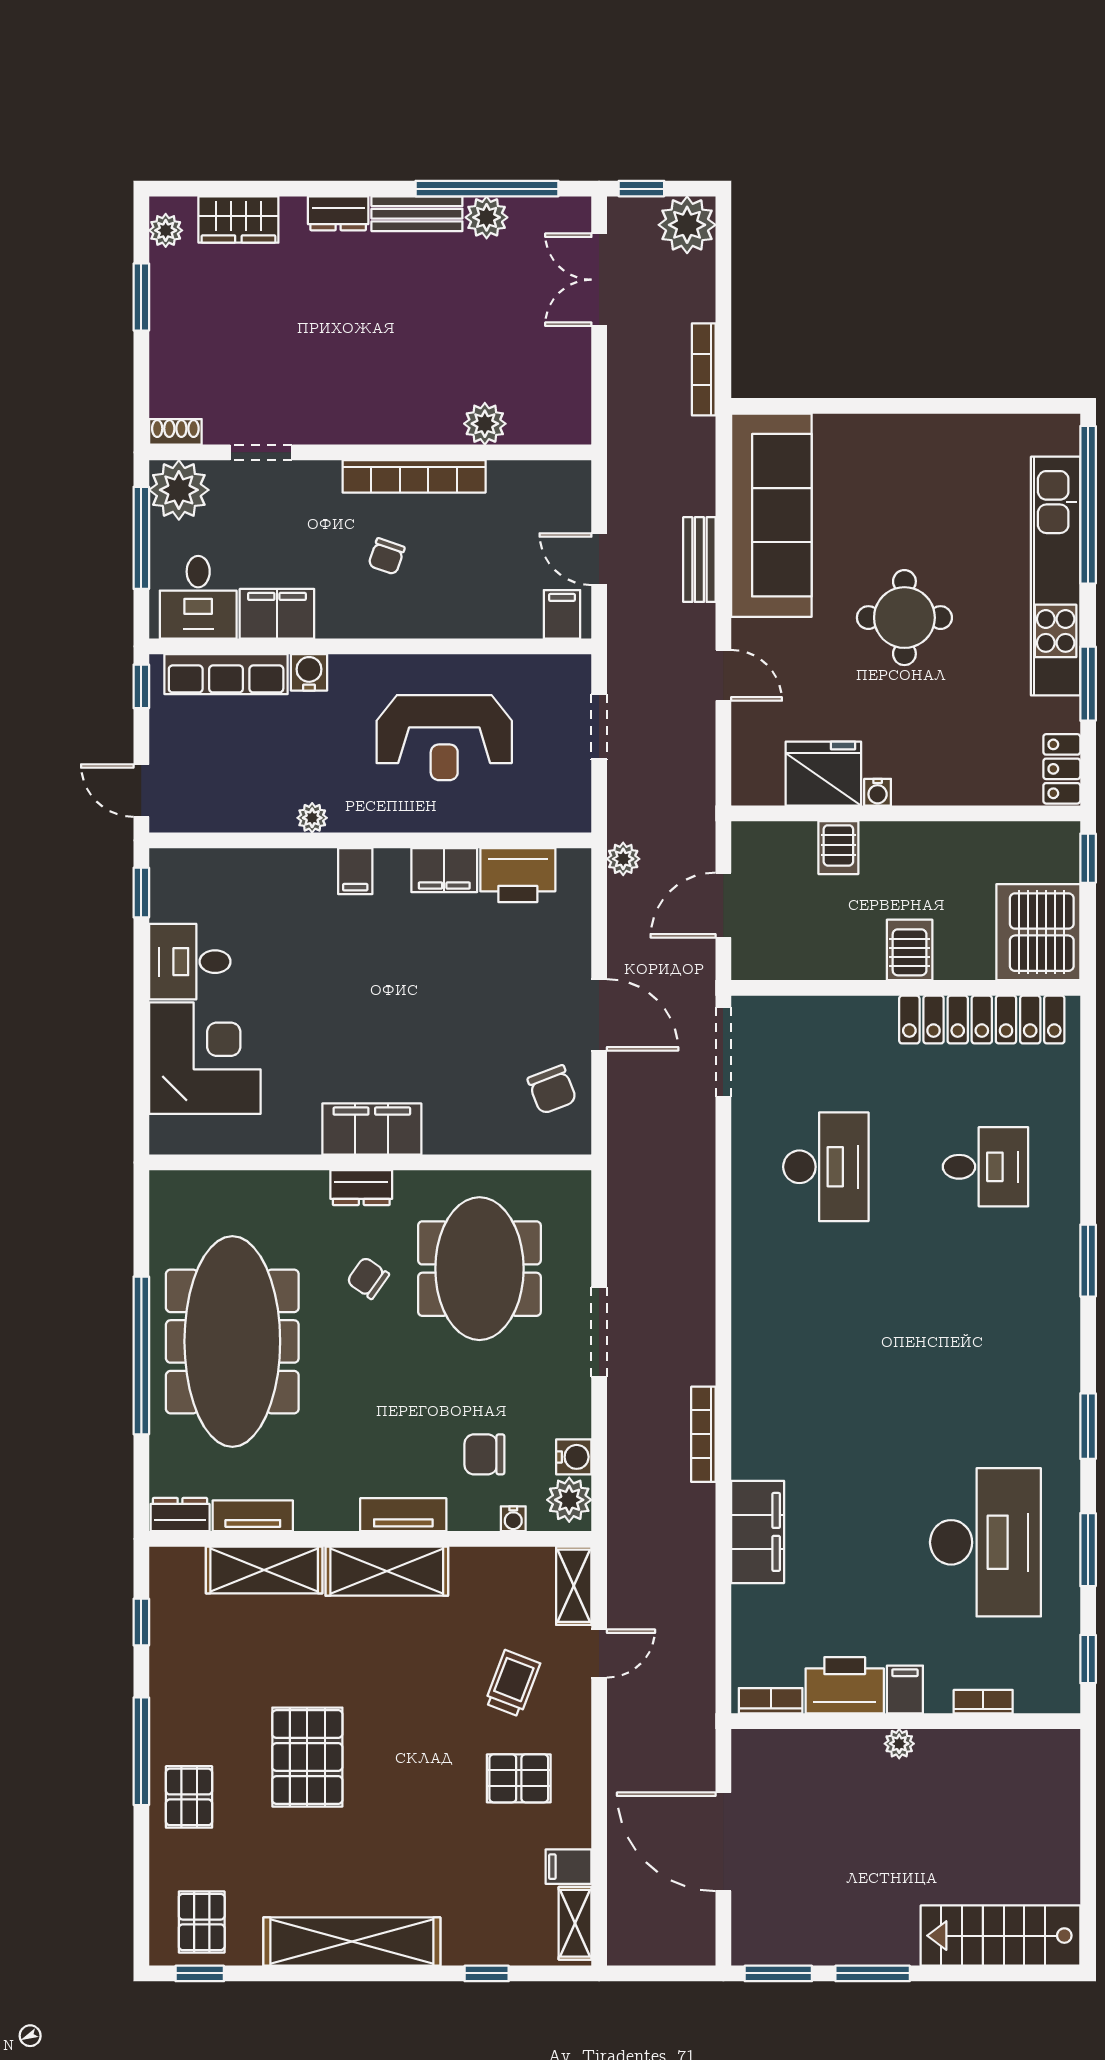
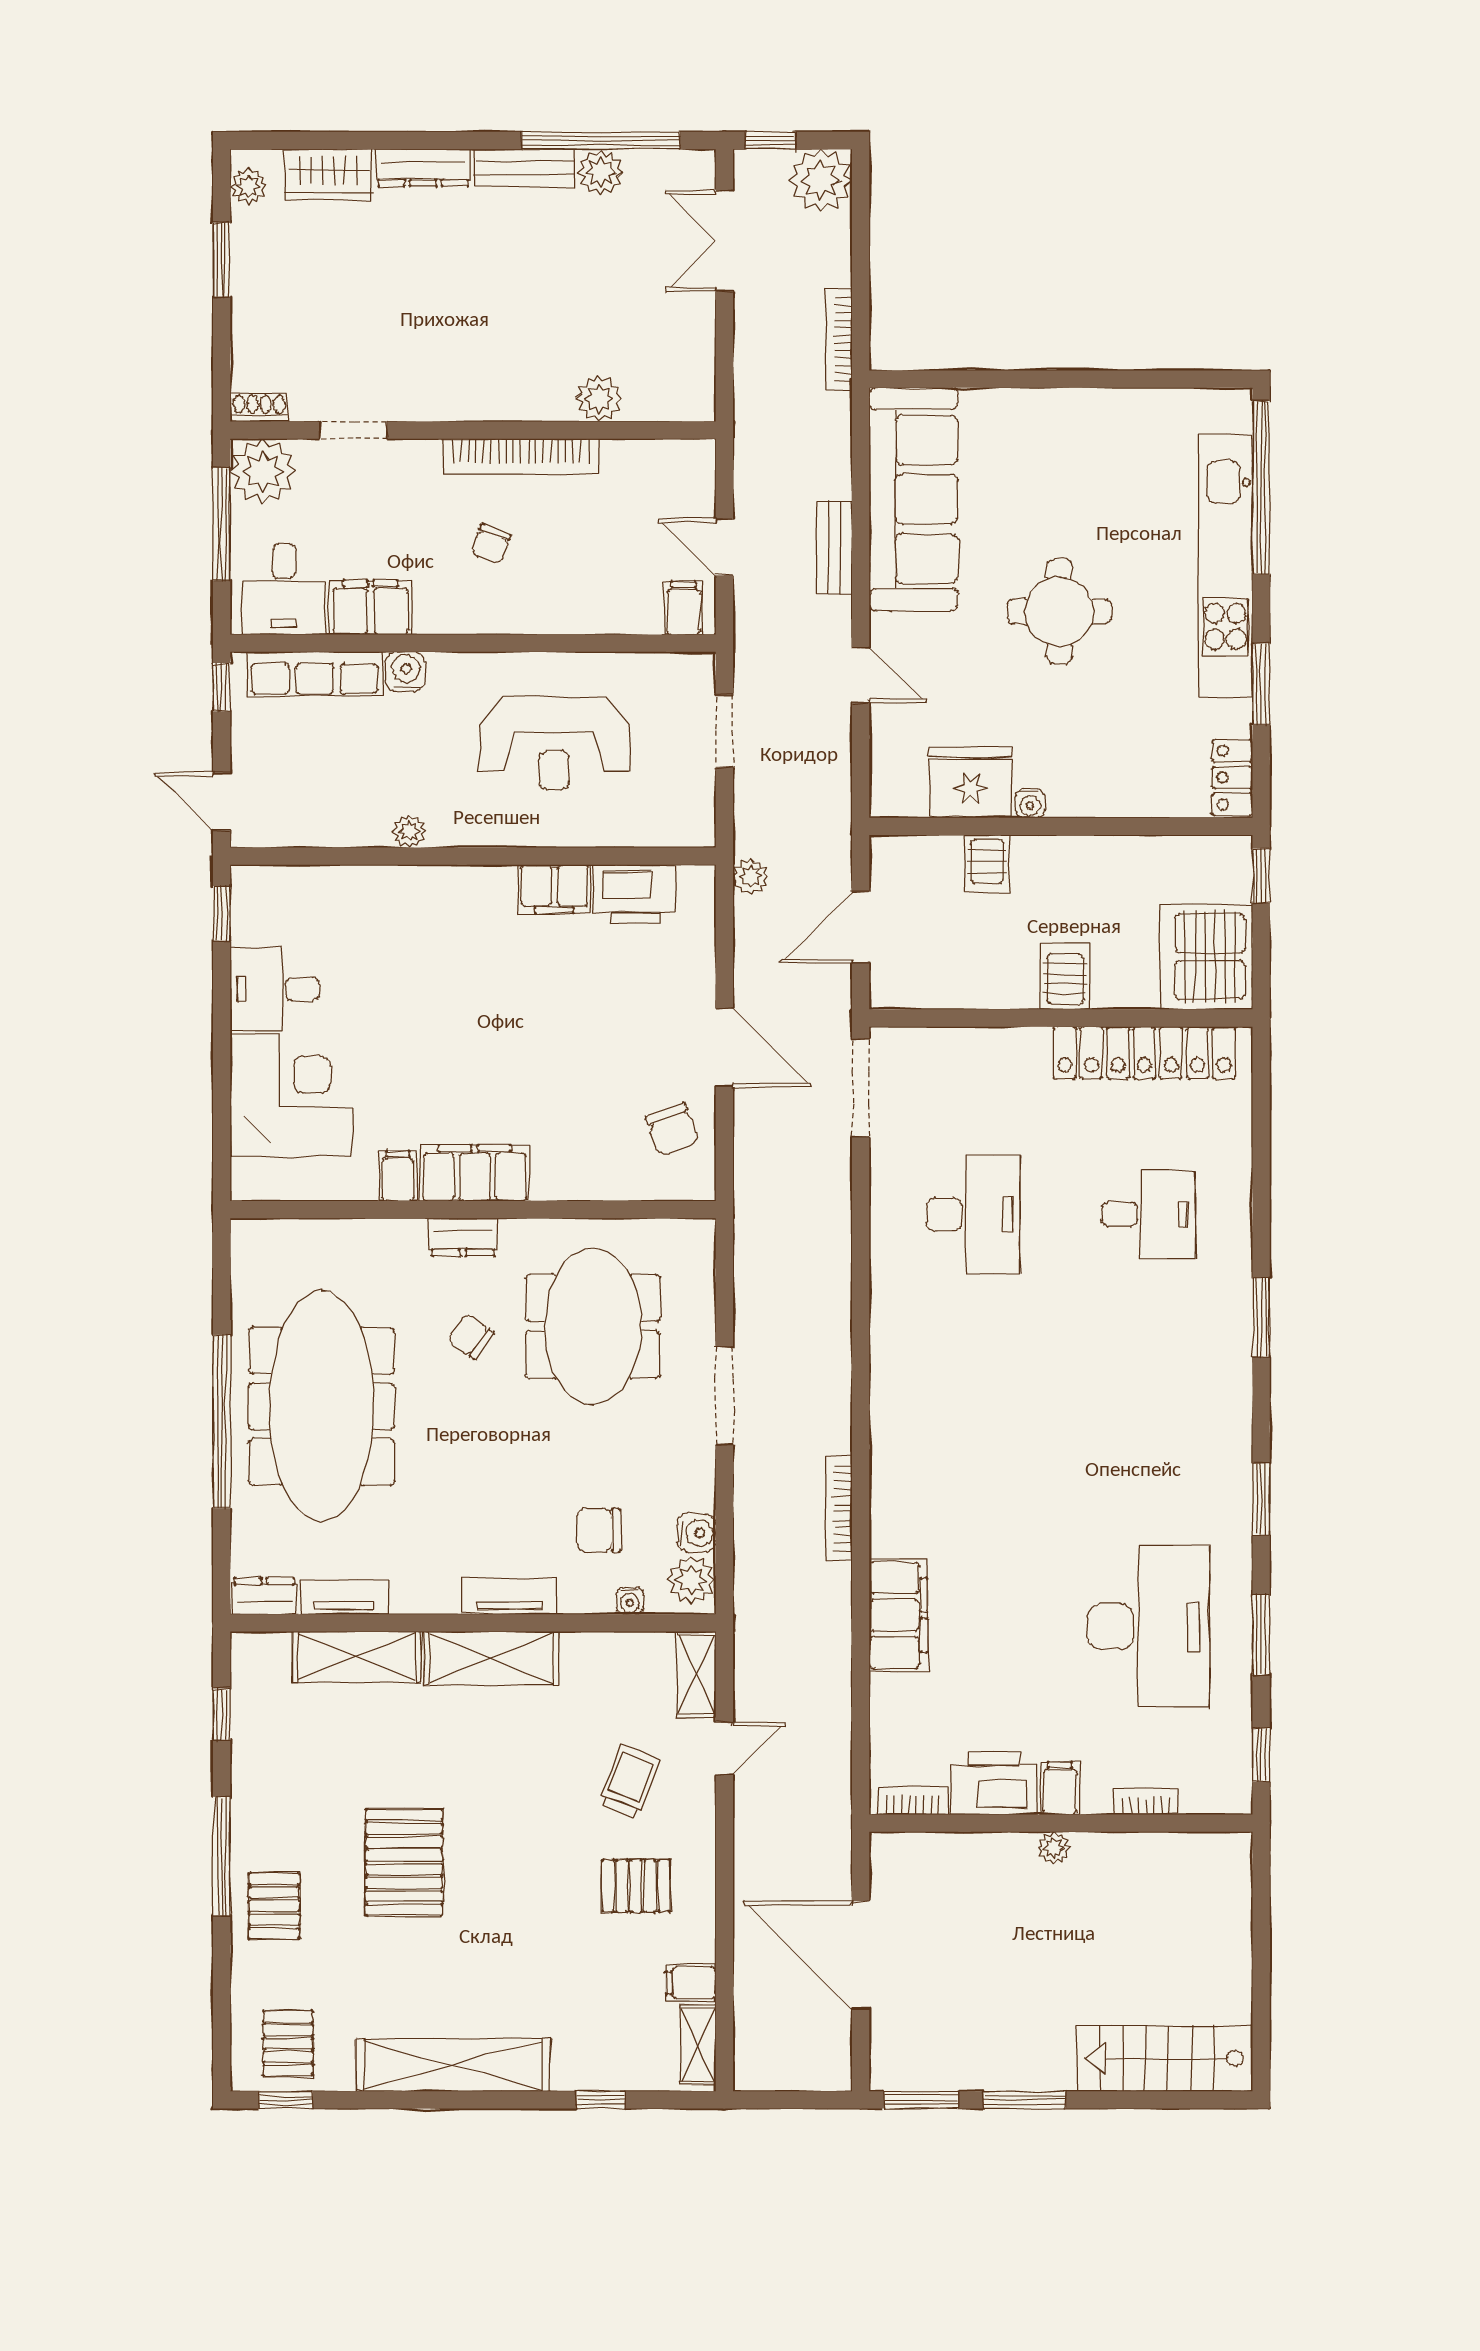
dresser: (338, 213) -> (423, 168), width x1.44
filing cabinet: (355, 871) -> (398, 1176), moved, turned 180

